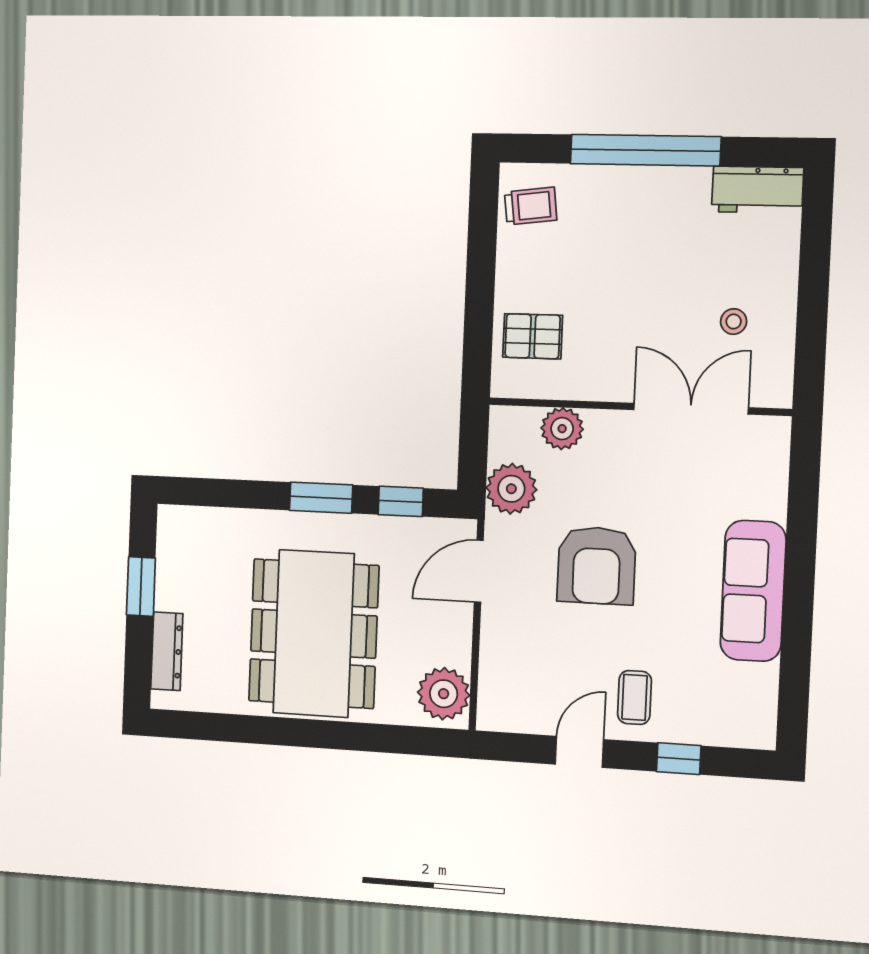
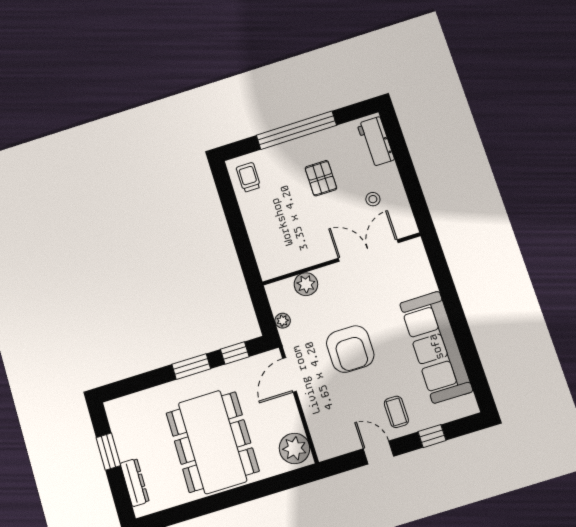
workbench: (757, 190) -> (376, 142), moved, turned 90
trolley: (531, 206) -> (248, 177), turned -83
pallet: (533, 336) -> (321, 178), moved, turned 90
plant: (511, 489) -> (283, 321), width x0.53, depth x0.53
sofa: (753, 591) -> (436, 347), width x1.36, depth x1.27
door: (579, 752) -> (378, 453), hinge flipped

